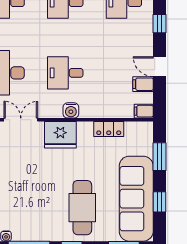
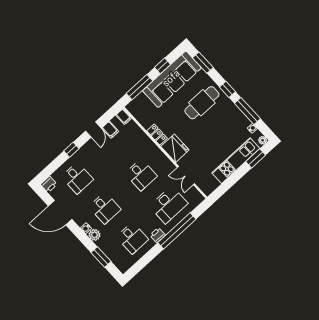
water cooler: (71, 110) -> (158, 154), removed
locker: (109, 129) -> (157, 135), moved
window: (160, 157) -> (140, 87), width x1.44

